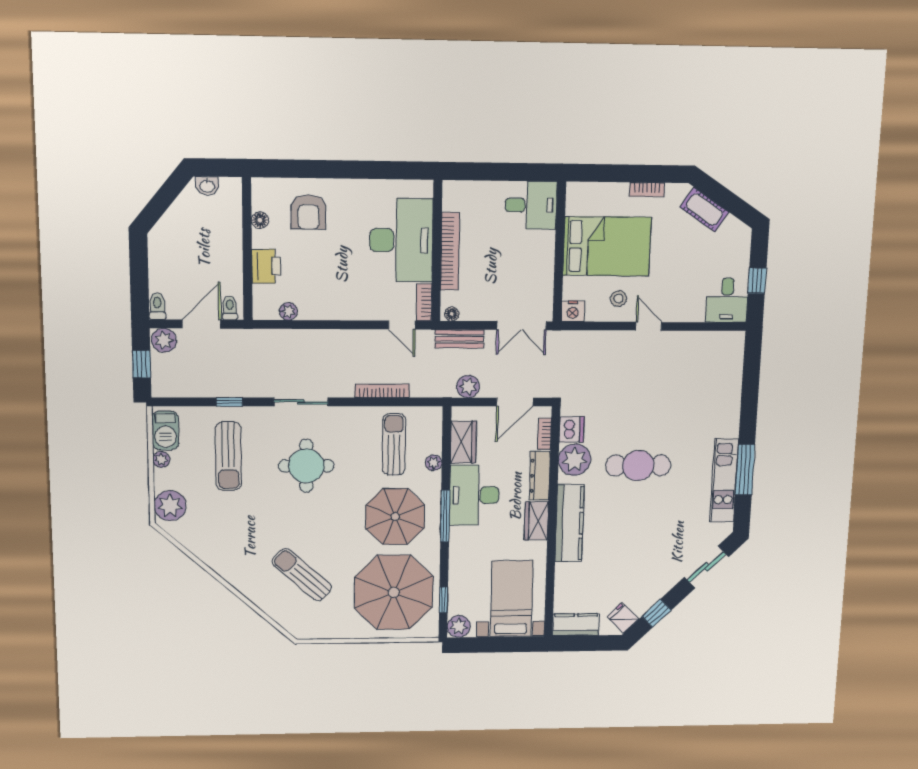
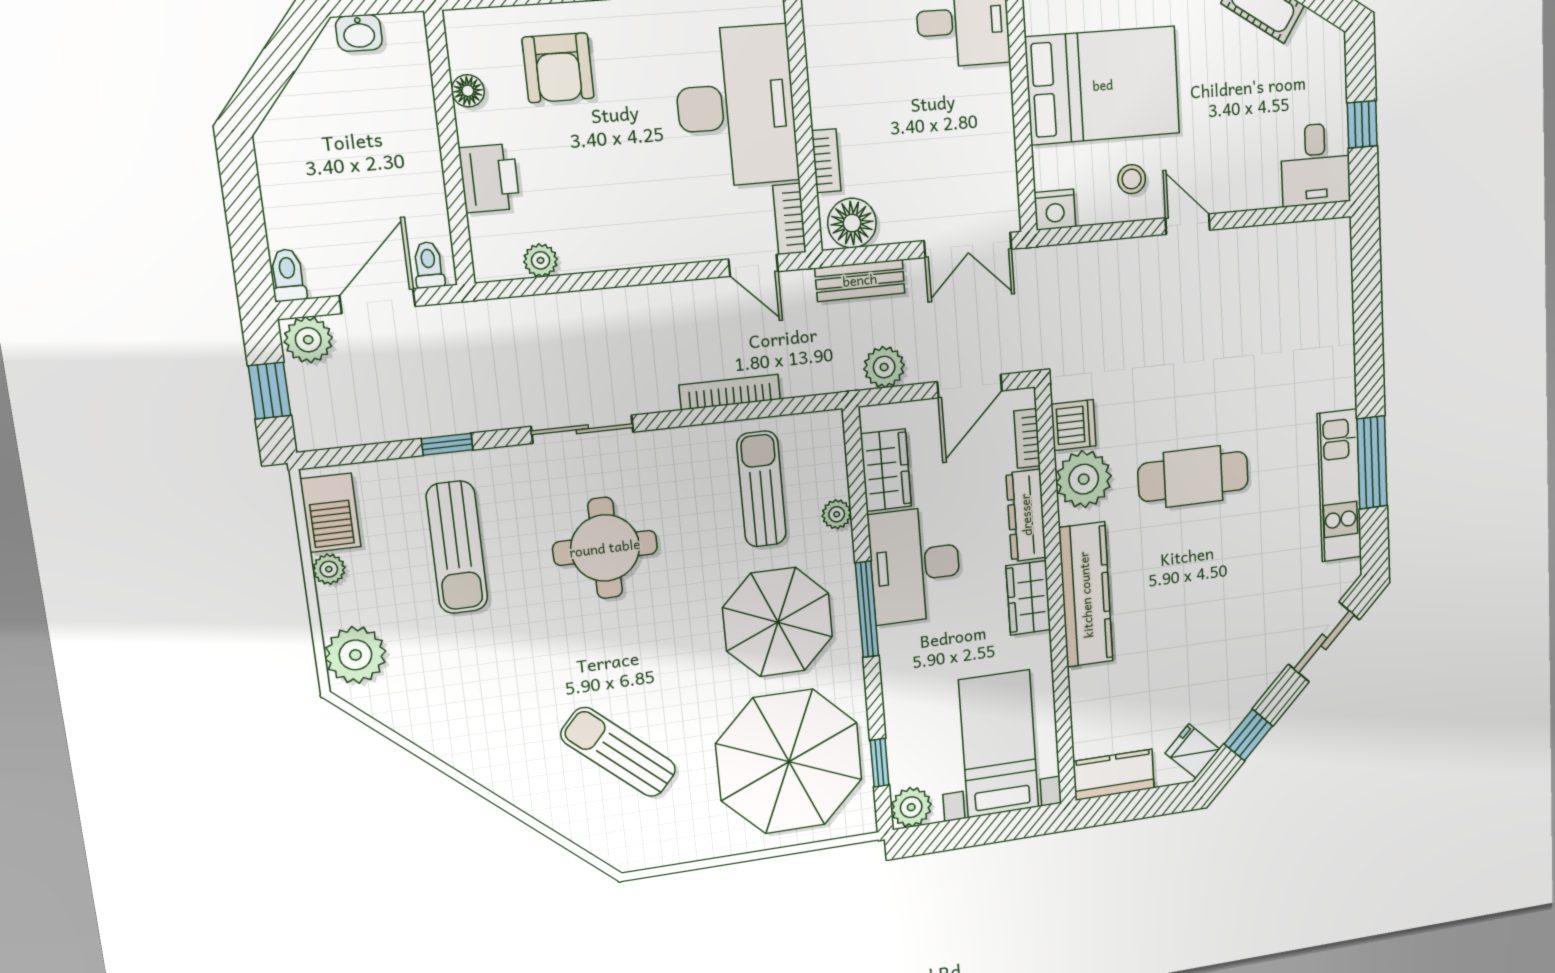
bookcase: (450, 251) -> (826, 161), width x0.43, depth x0.76
floor lamp: (452, 314) -> (852, 223), width x1.89, depth x1.89

